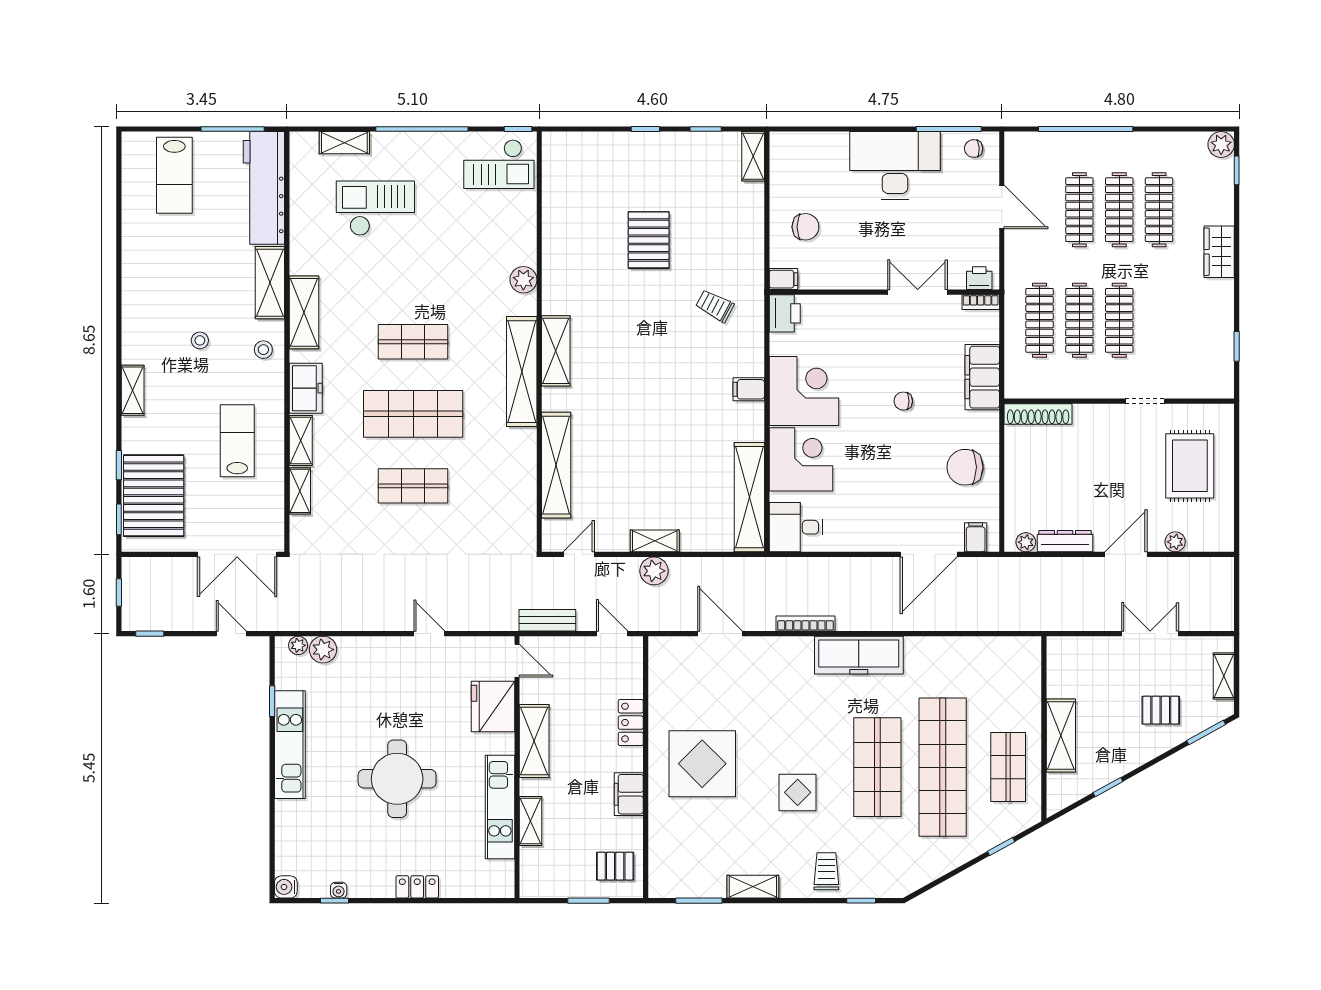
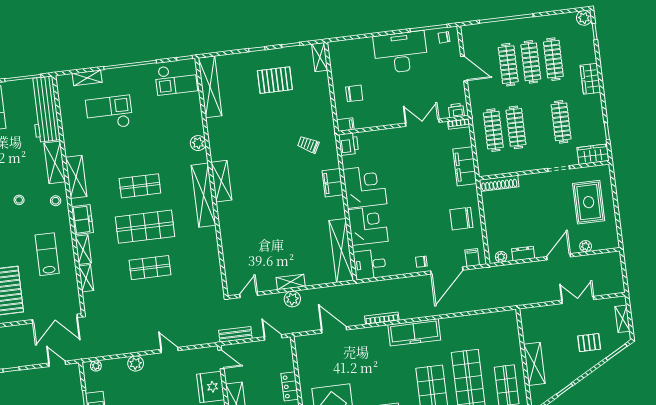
pallet: (649, 240) -> (275, 80), moved, turned 90
clothes rail: (1119, 320) -> (561, 122), moved
wardrobe: (1207, 383) -> (593, 154), added
filing cabinet: (749, 389) -> (333, 183), width x2.00
chair: (903, 401) -> (421, 262), moved
shelving: (556, 465) -> (210, 87), moved
dresser: (1065, 541) -> (523, 253), width x0.70
plant: (323, 650) -> (136, 363), moved

